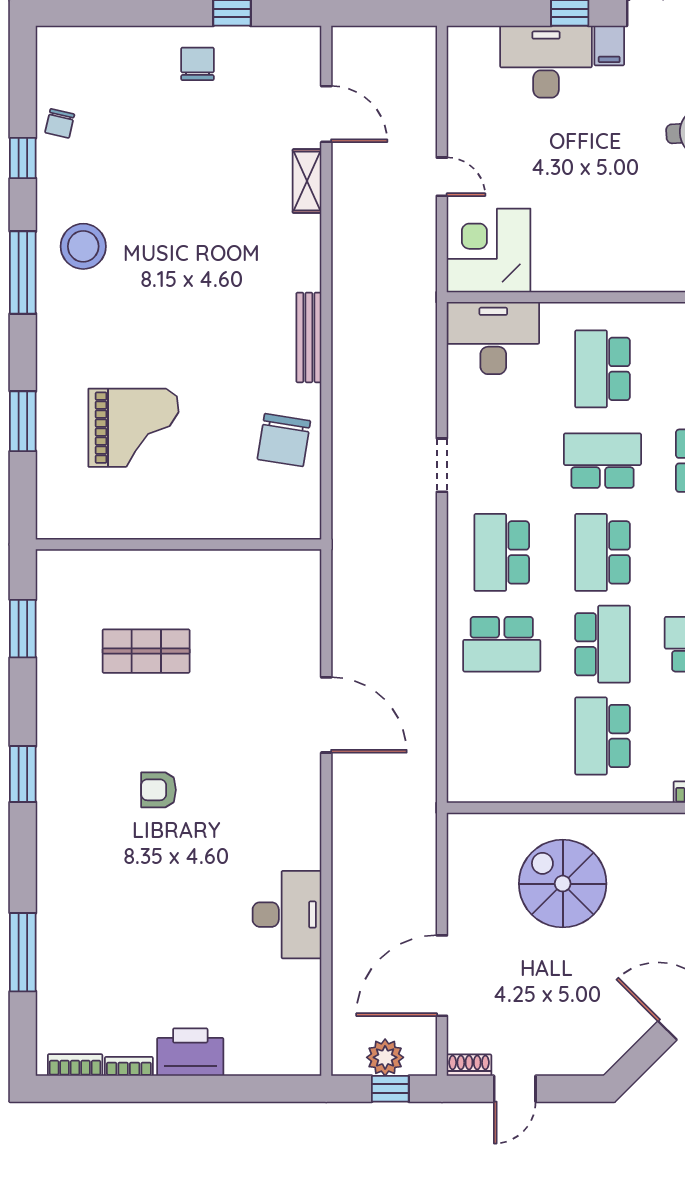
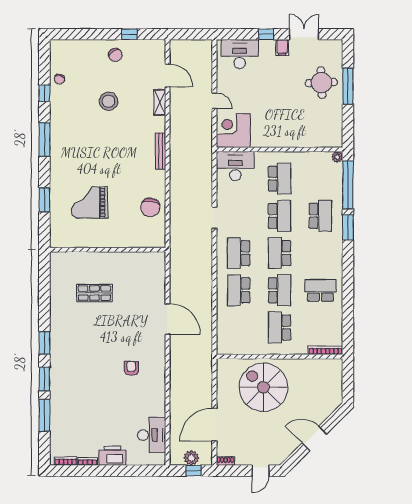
desk: (546, 62) -> (240, 54), moved
chair: (198, 64) -> (115, 55), turned 148
stool: (83, 246) -> (109, 101), moved
bench: (309, 337) -> (160, 151), moved
school desk: (602, 369) -> (280, 179), turned 180
grand piano: (134, 428) -> (89, 202), turned 180
school desk: (602, 461) -> (280, 216), turned 90
window: (23, 629) -> (44, 379), moved
school desk: (502, 644) -> (239, 290), turned 90
armchair: (159, 790) -> (131, 368), moved, turned 90
spiral stairs: (563, 884) -> (263, 387), width x1.37, depth x1.37
desk: (287, 915) -> (152, 435), moved
door: (515, 1089) -> (260, 471), moved

